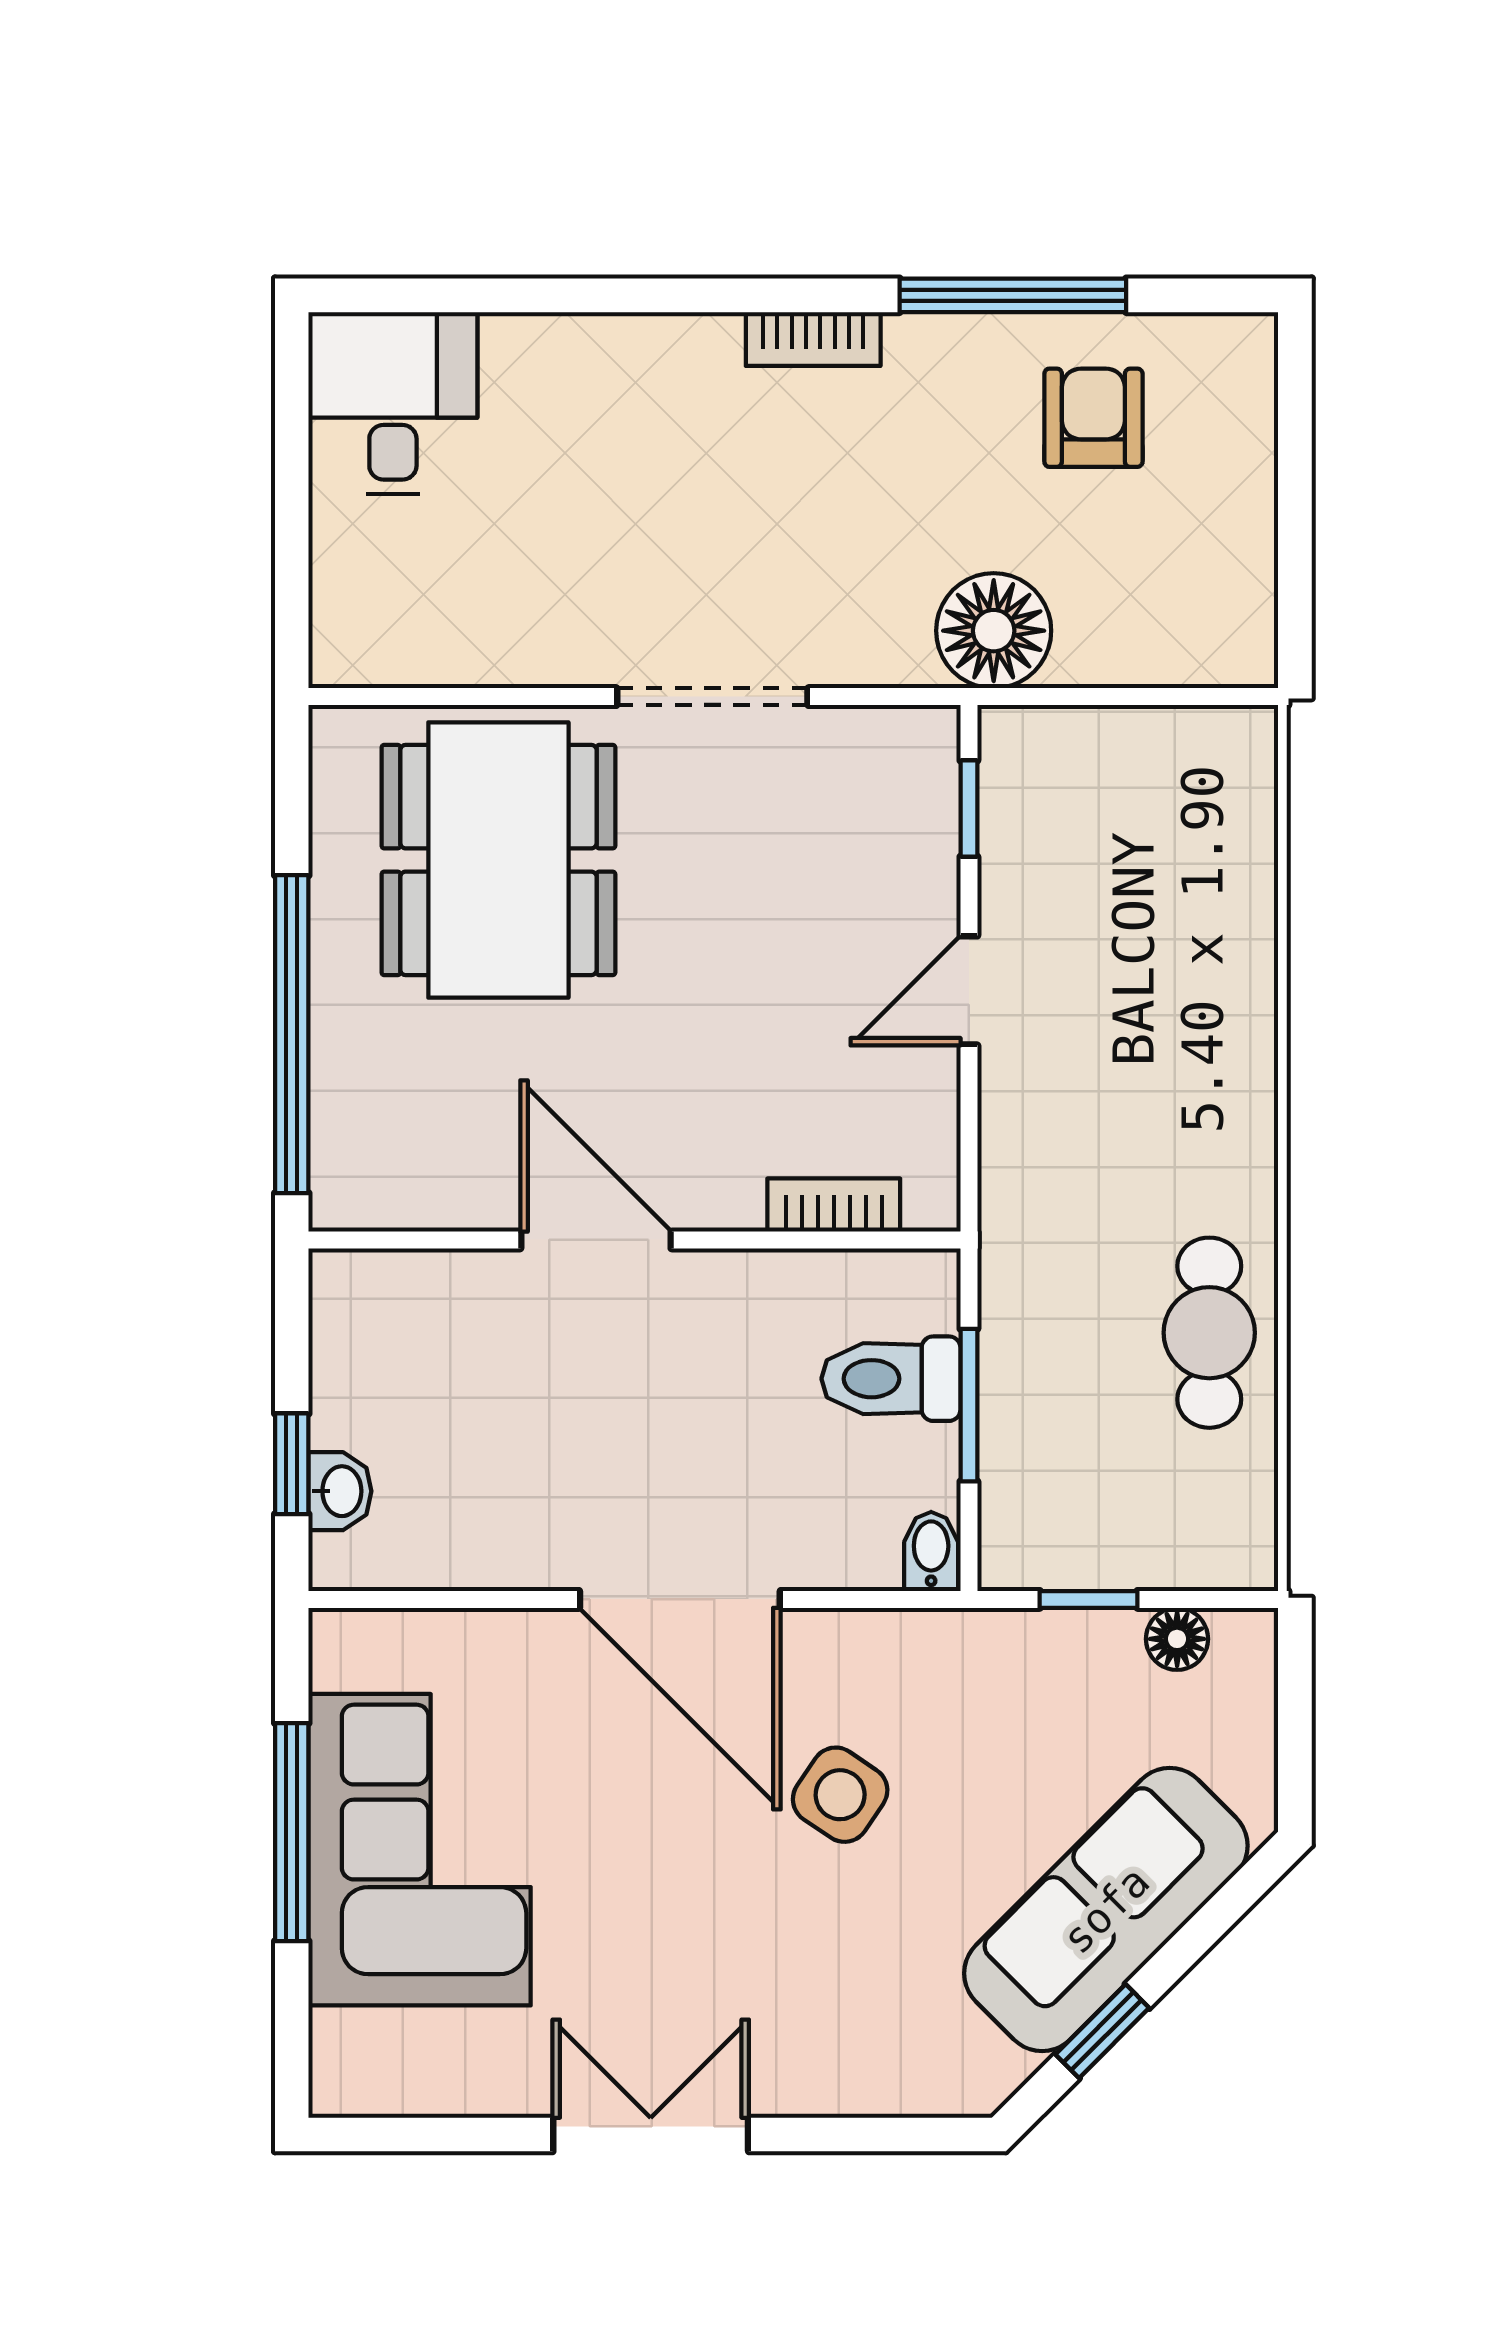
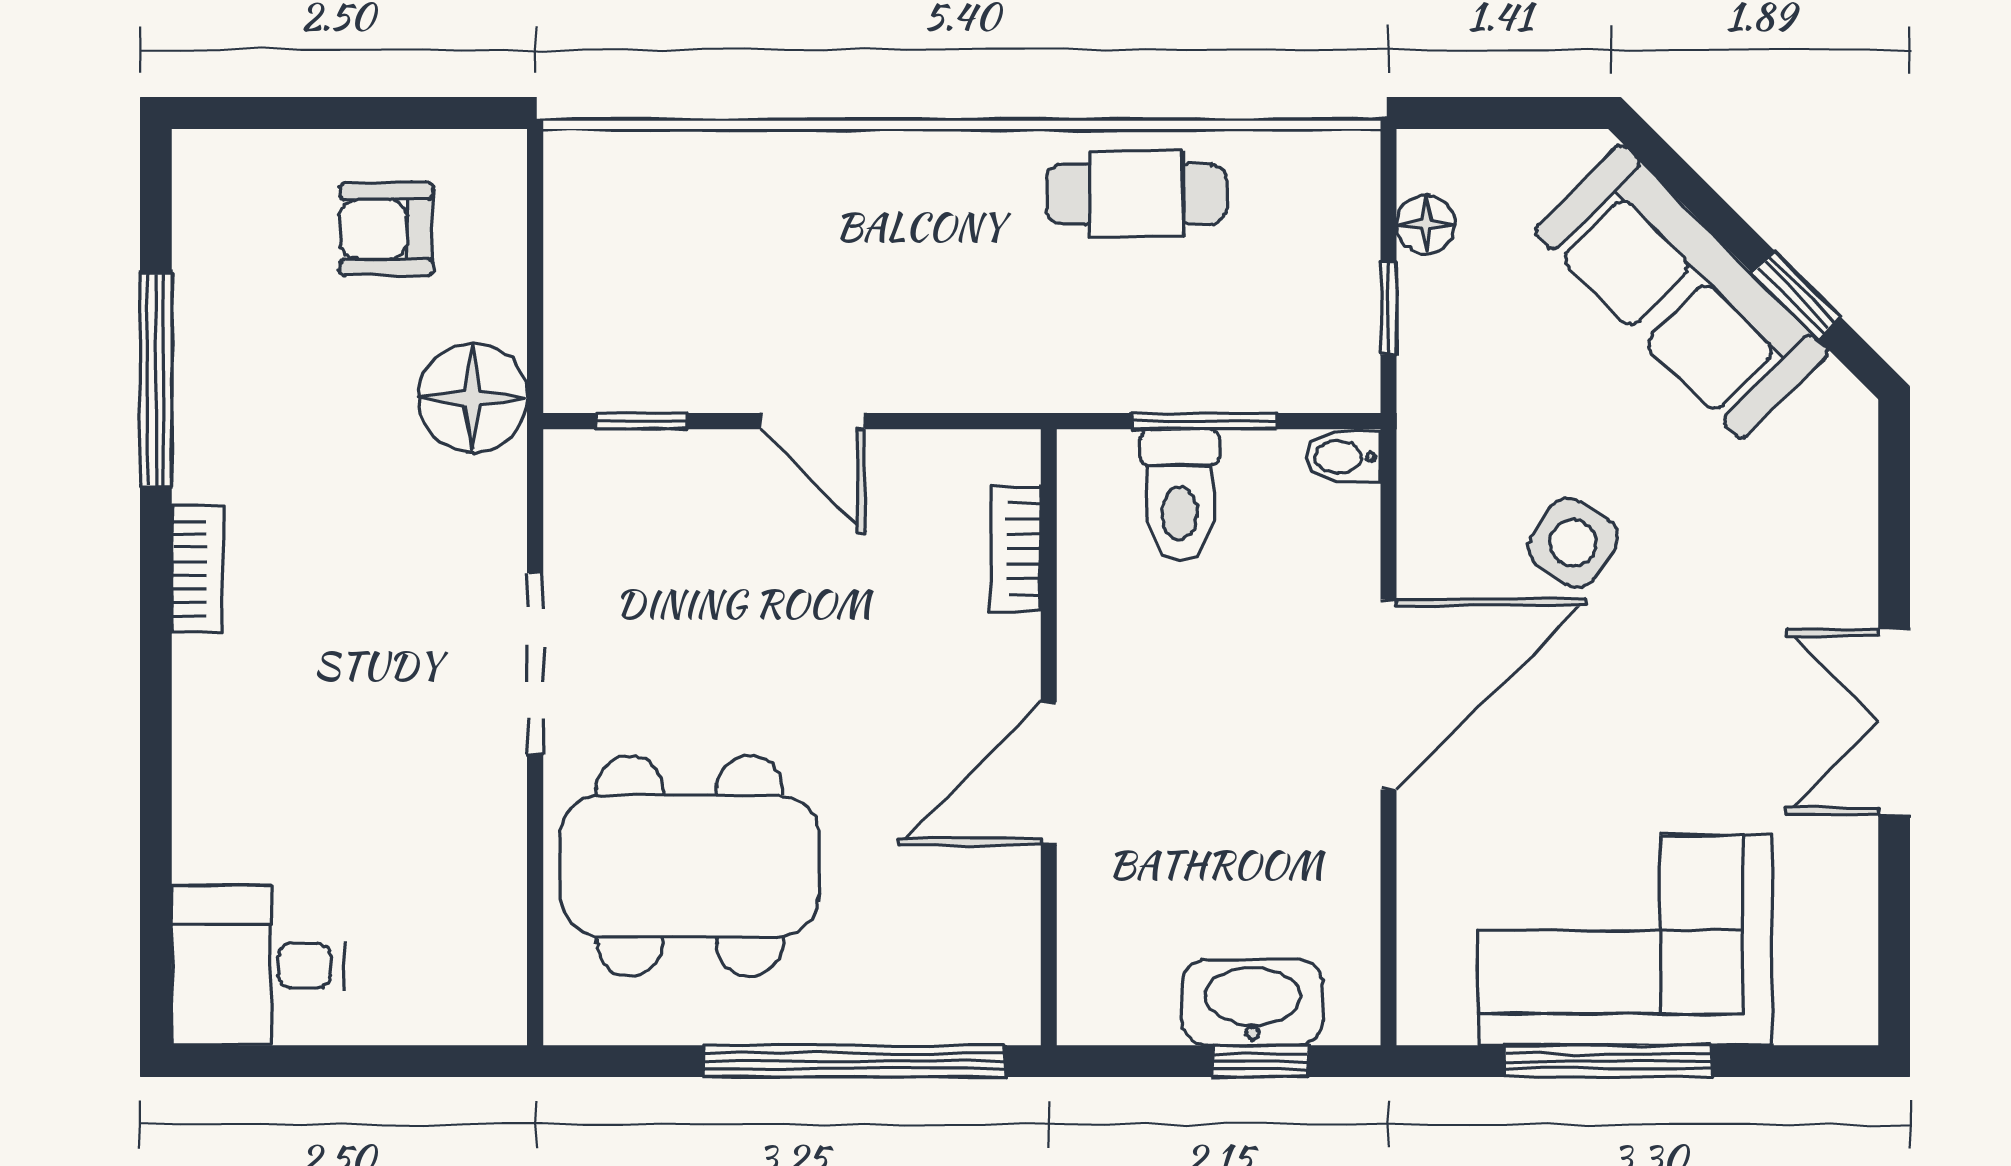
armchair: (1093, 418) -> (387, 229), moved
washbasin: (340, 1491) -> (1252, 1002), width x1.91, depth x1.45

